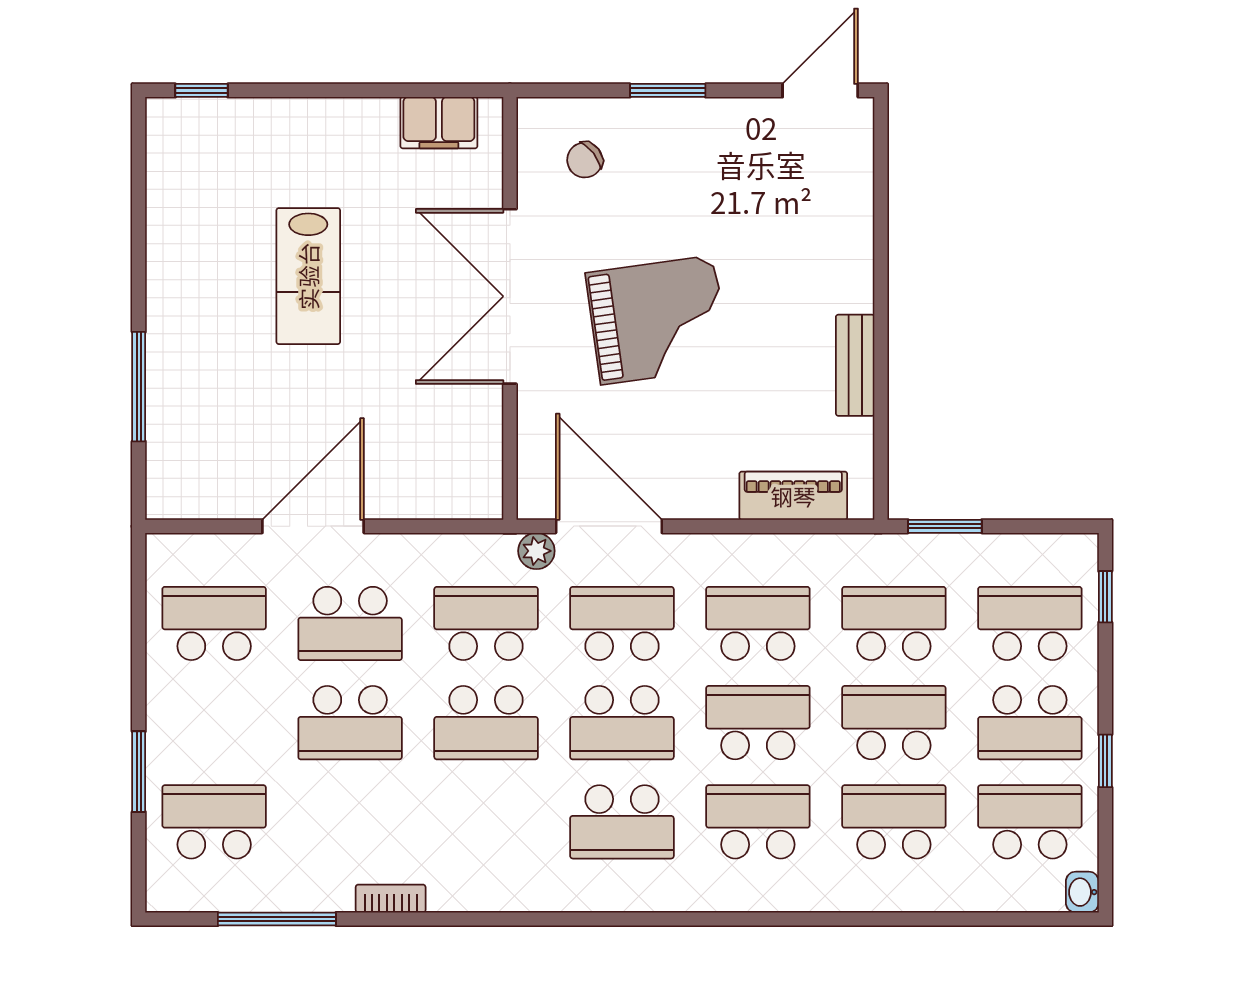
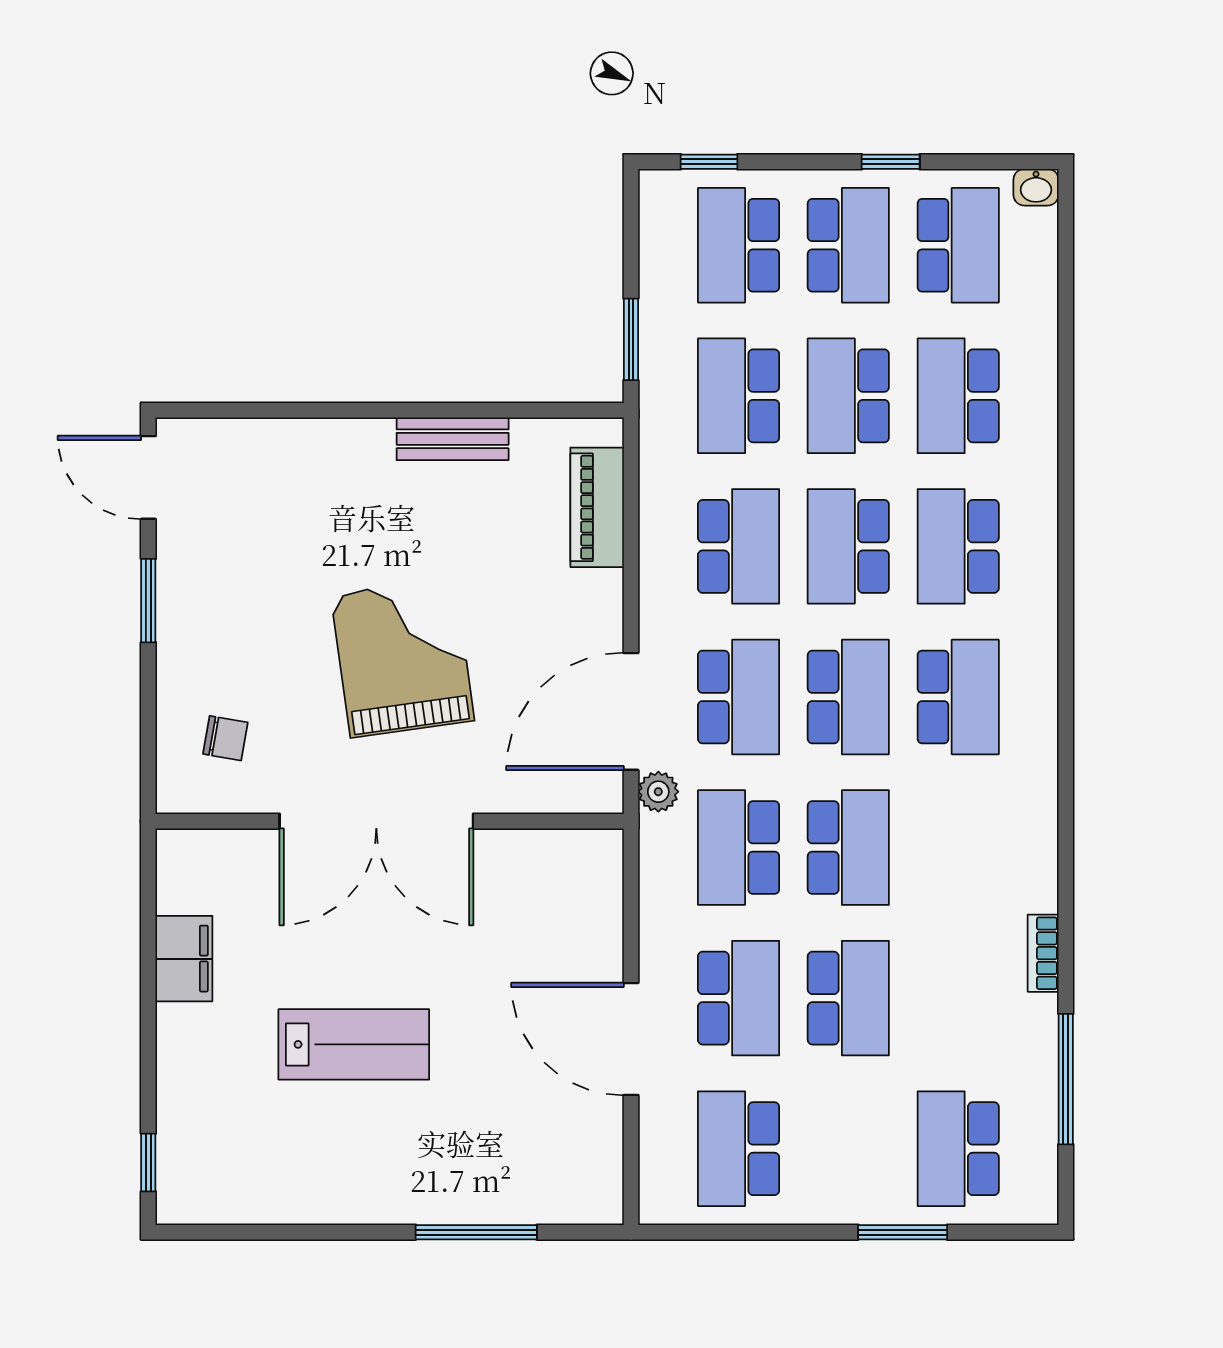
window: (668, 90) -> (148, 601), moved
filing cabinet: (439, 123) -> (184, 959), moved
chair: (585, 160) -> (225, 738), turned -42
school desk: (622, 623) -> (739, 697), turned 180
school desk: (758, 623) -> (739, 546), turned 180
school desk: (1030, 822) -> (958, 245), turned 180

